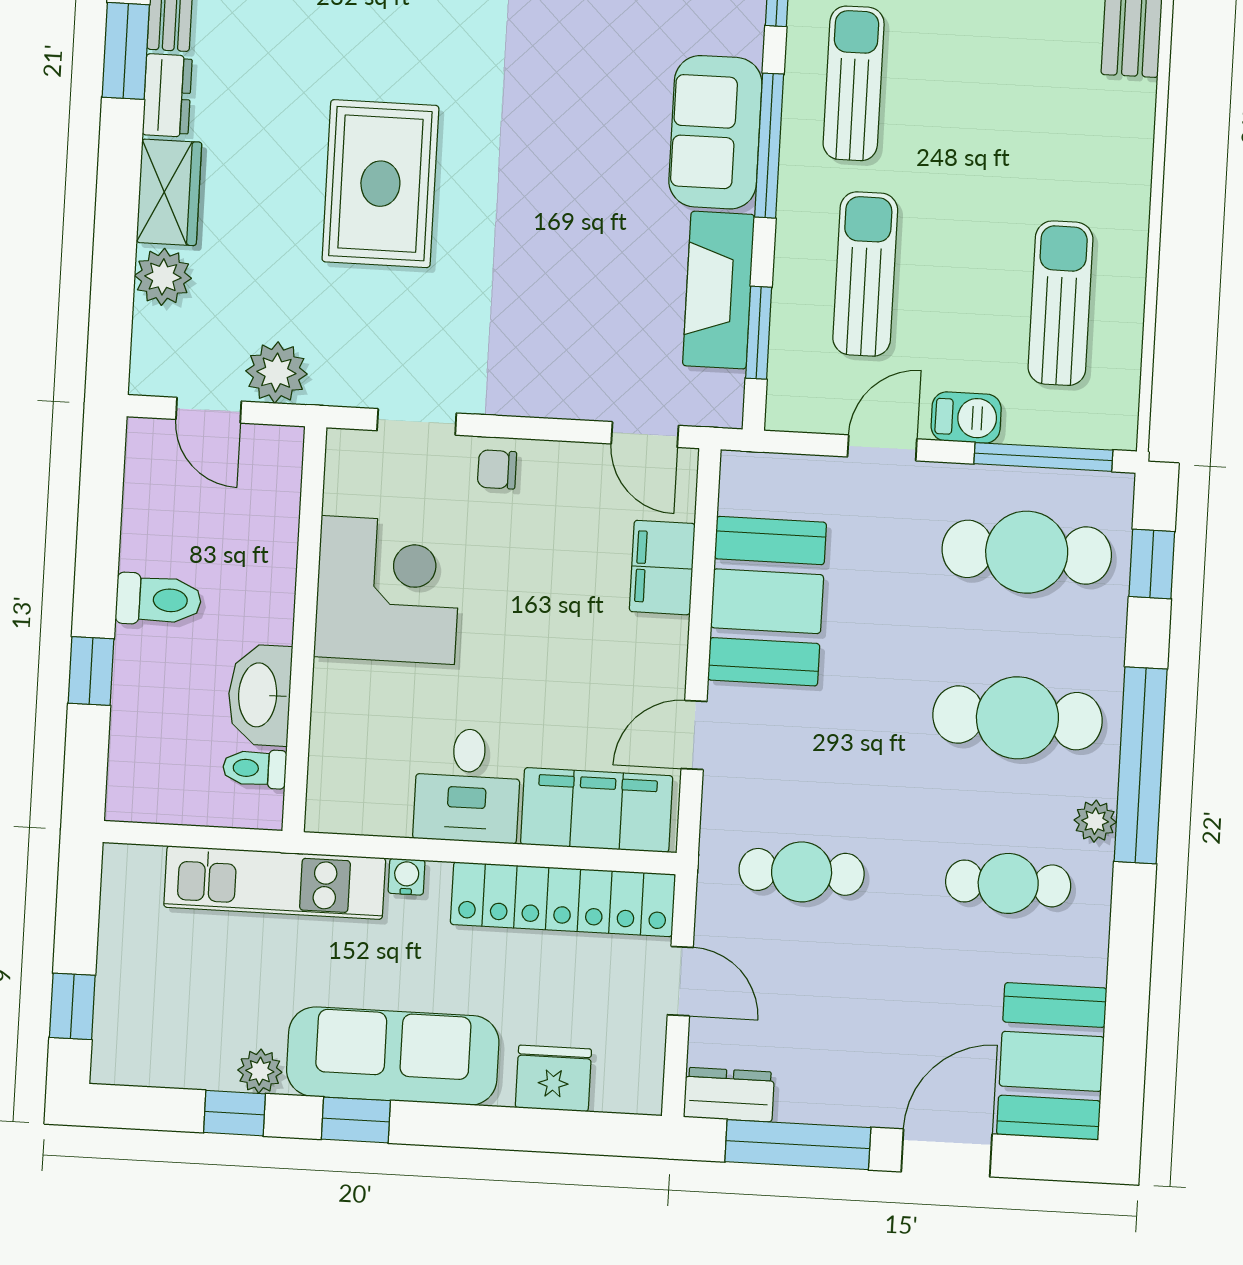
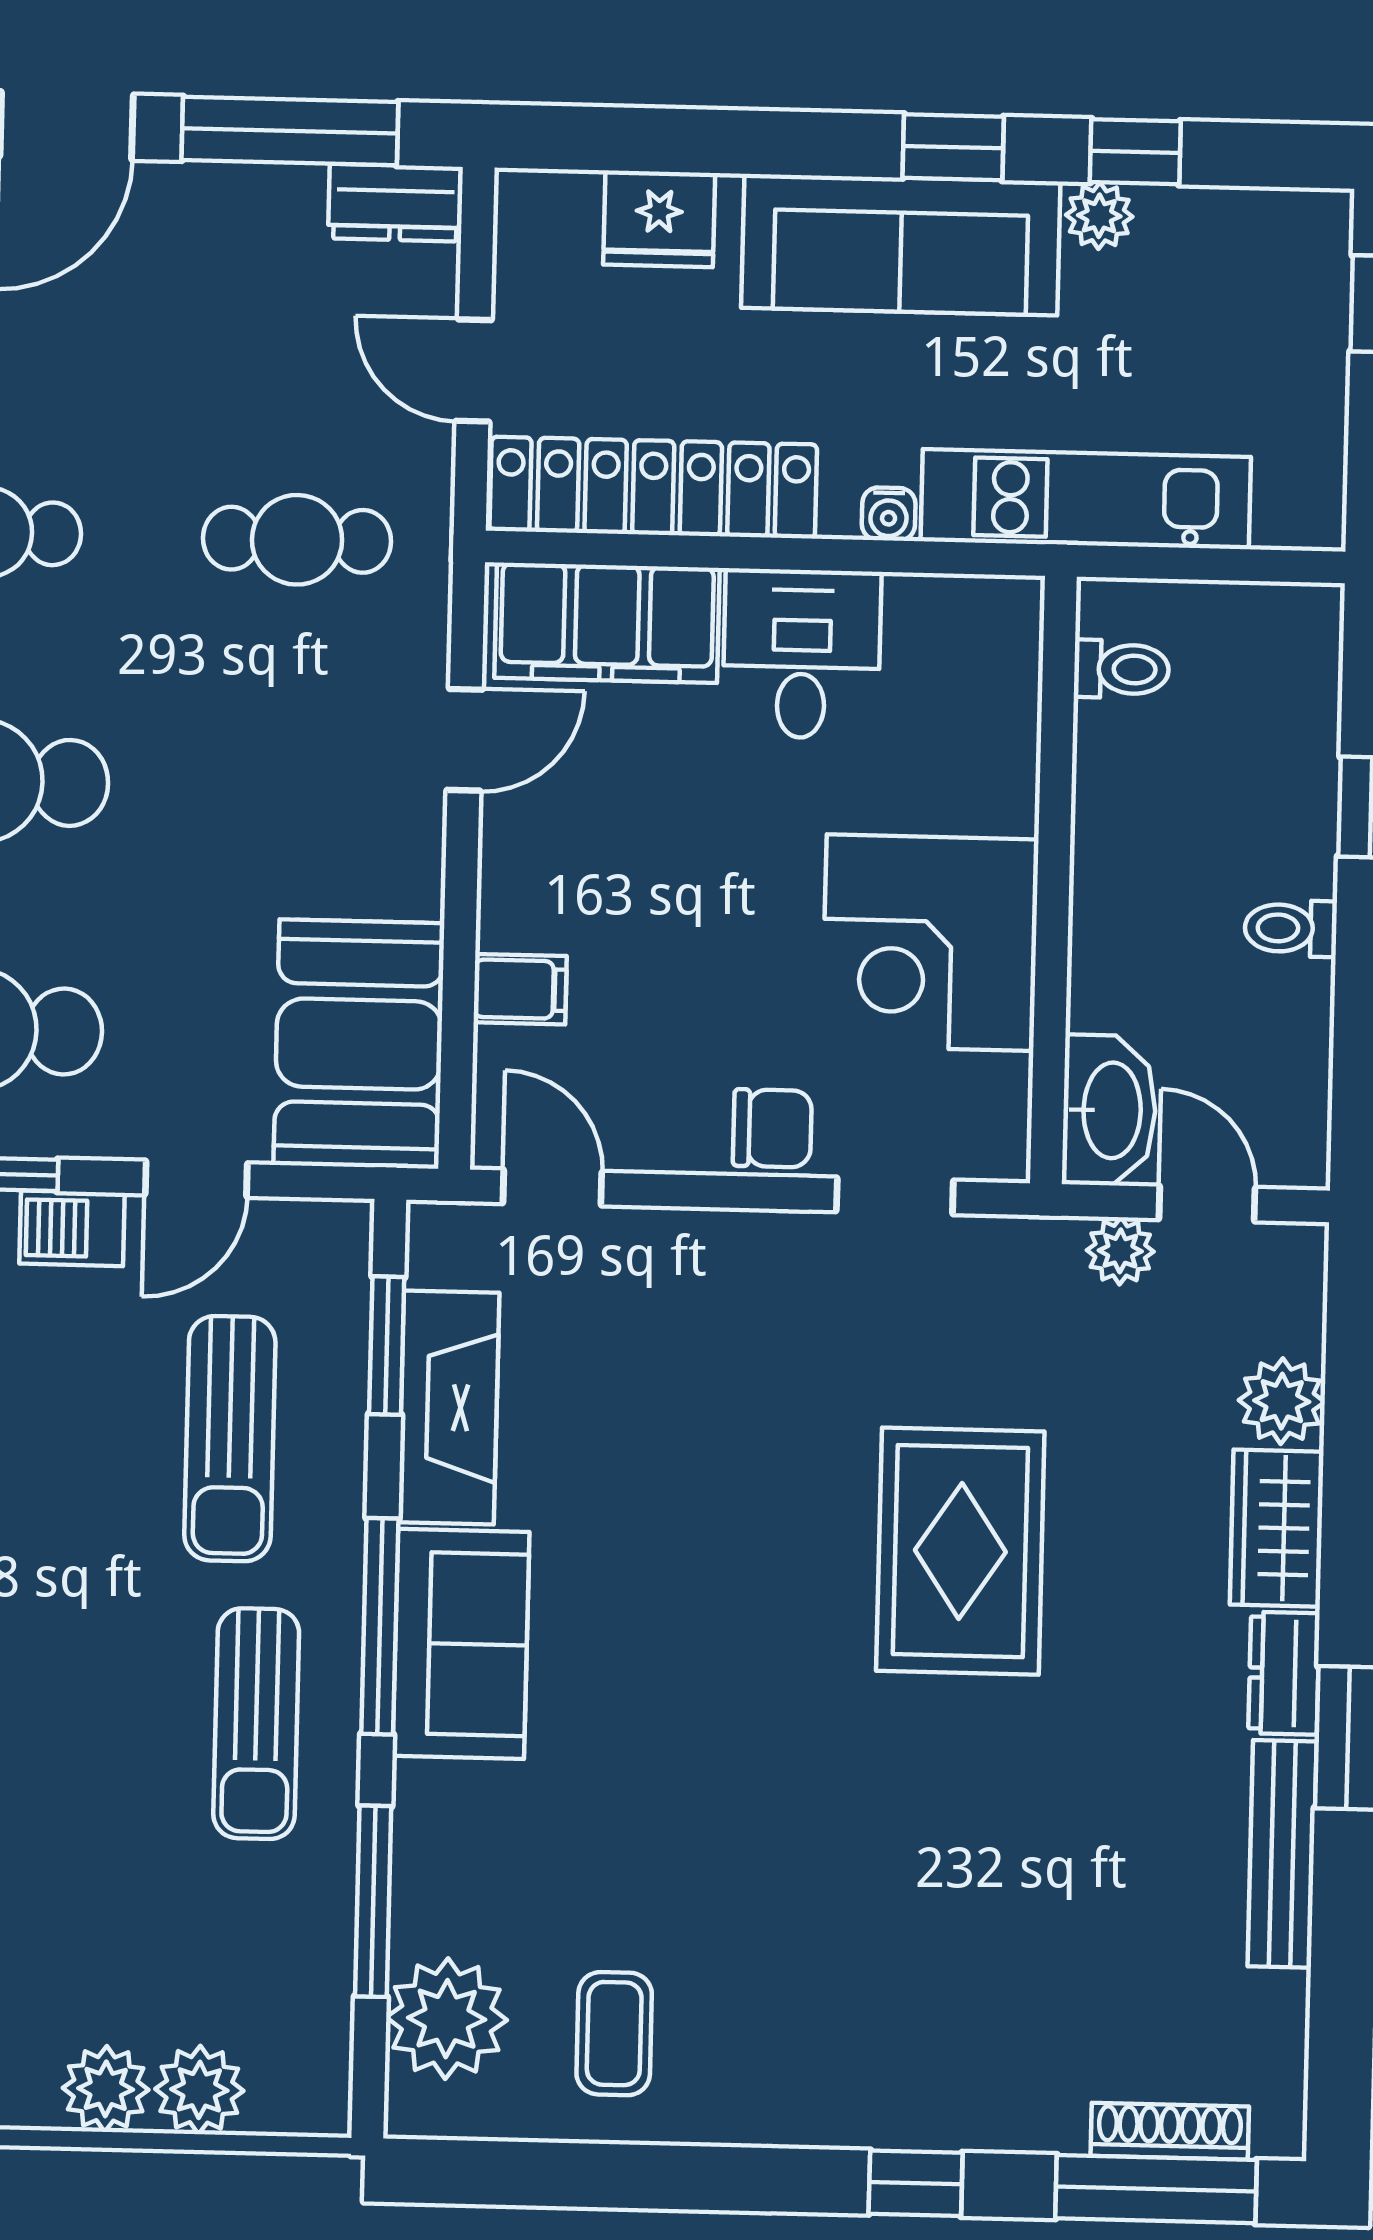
plant: (276, 373) -> (1120, 1251), width x0.73, depth x0.73
chair: (497, 469) -> (772, 1128), width x1.37, depth x1.37
filing cabinet: (662, 568) -> (520, 989), width x0.50
toilet: (158, 600) -> (1291, 928), width x0.73, depth x0.72
booth: (767, 601) -> (359, 1044), moved
washbasin: (259, 695) -> (1109, 1110), moved

